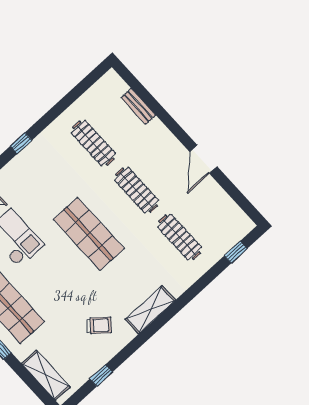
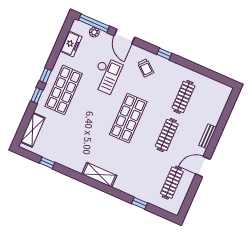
bench: (138, 106) -> (207, 136), moved
clothes rail: (180, 237) -> (172, 183), moved
window: (236, 252) -> (140, 203), moved
trolley: (99, 325) -> (146, 68), moved

